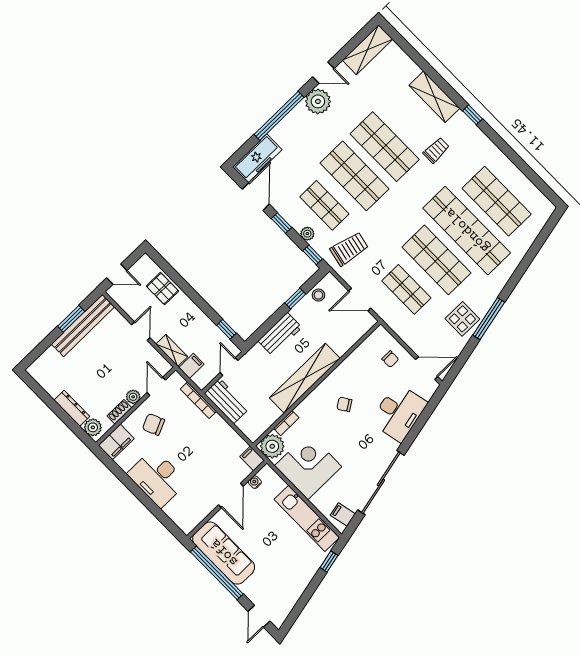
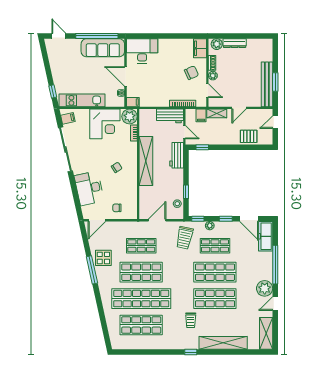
shelving: (434, 97) -> (223, 343), width x1.47
door: (141, 331) -> (239, 108), hinge flipped
workbench: (280, 334) -> (177, 155), moved
desk: (157, 478) -> (142, 51), moved

